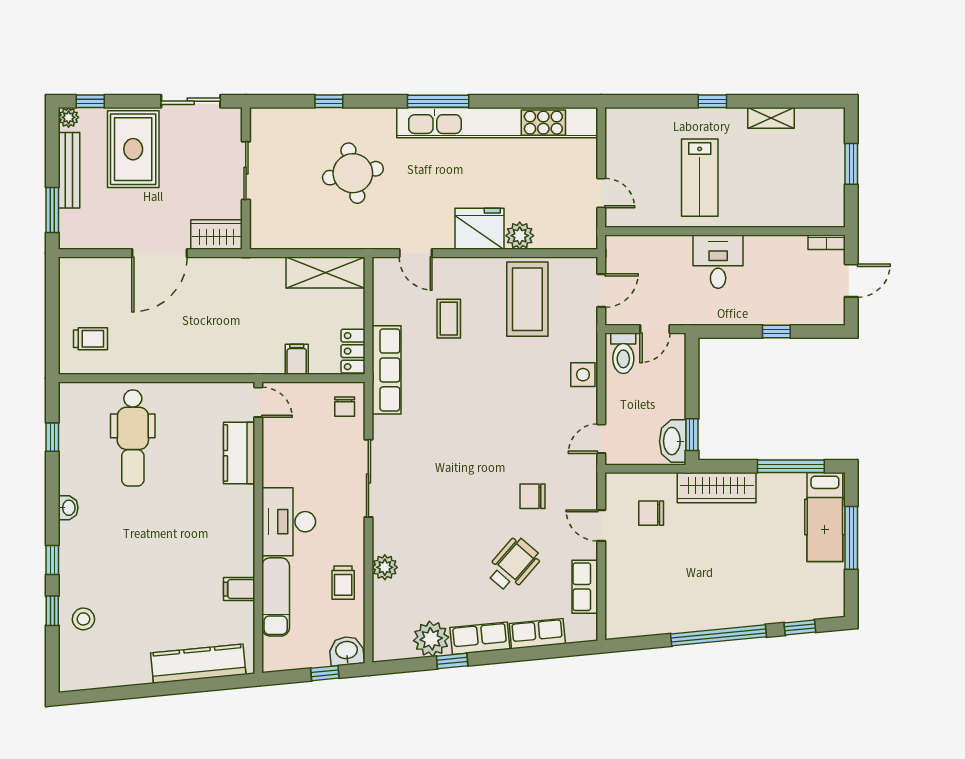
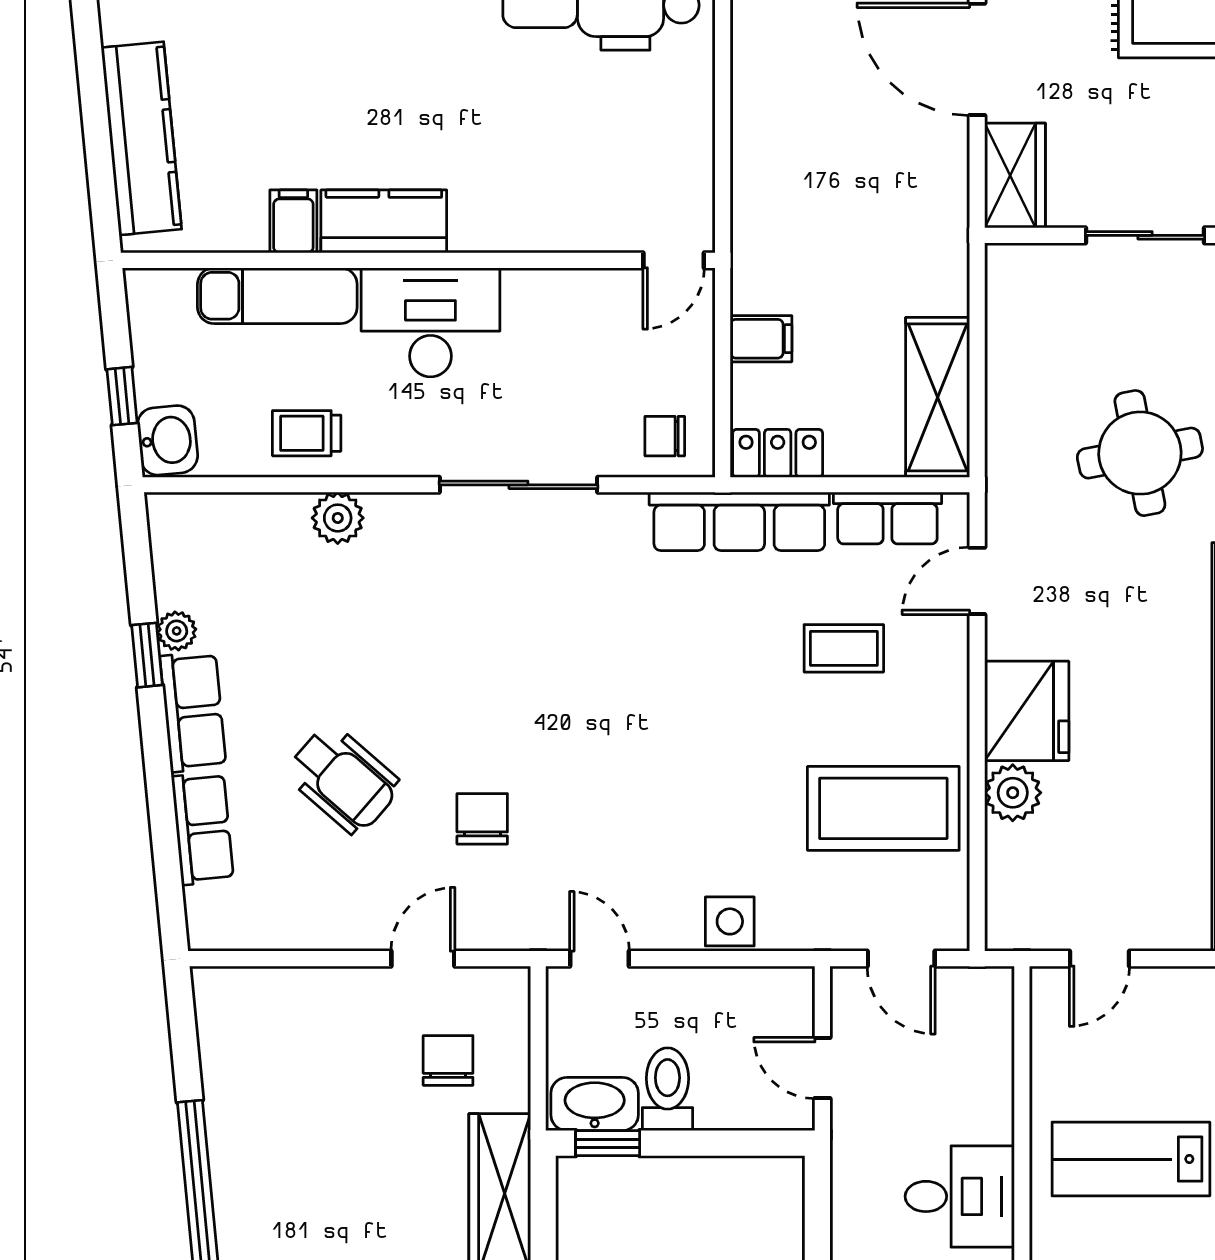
toilet: (623, 353) -> (667, 1089), moved, turned 90
kitchen counter: (239, 453) -> (384, 221), moved
row of seats: (585, 587) -> (887, 518), moved, turned 180
plant: (431, 639) -> (177, 631), width x0.53, depth x0.53

